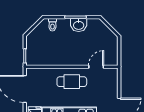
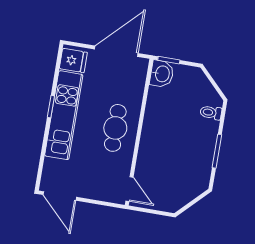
washbasin: (79, 25) -> (162, 74), moved, turned 180
door: (96, 67) -> (129, 189), moved

